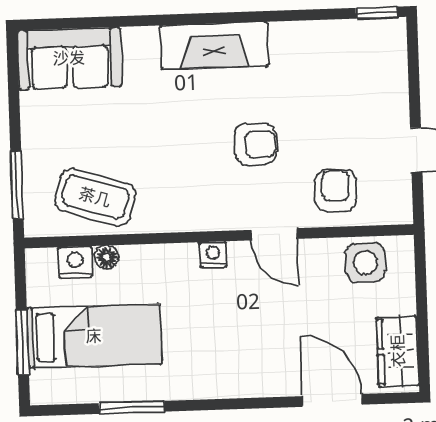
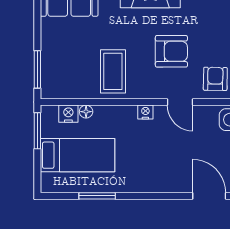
armchair: (255, 144) -> (171, 51), width x1.38, depth x1.38
coffee table: (95, 197) -> (113, 71), moved, turned 73
window: (22, 342) -> (37, 131), moved

